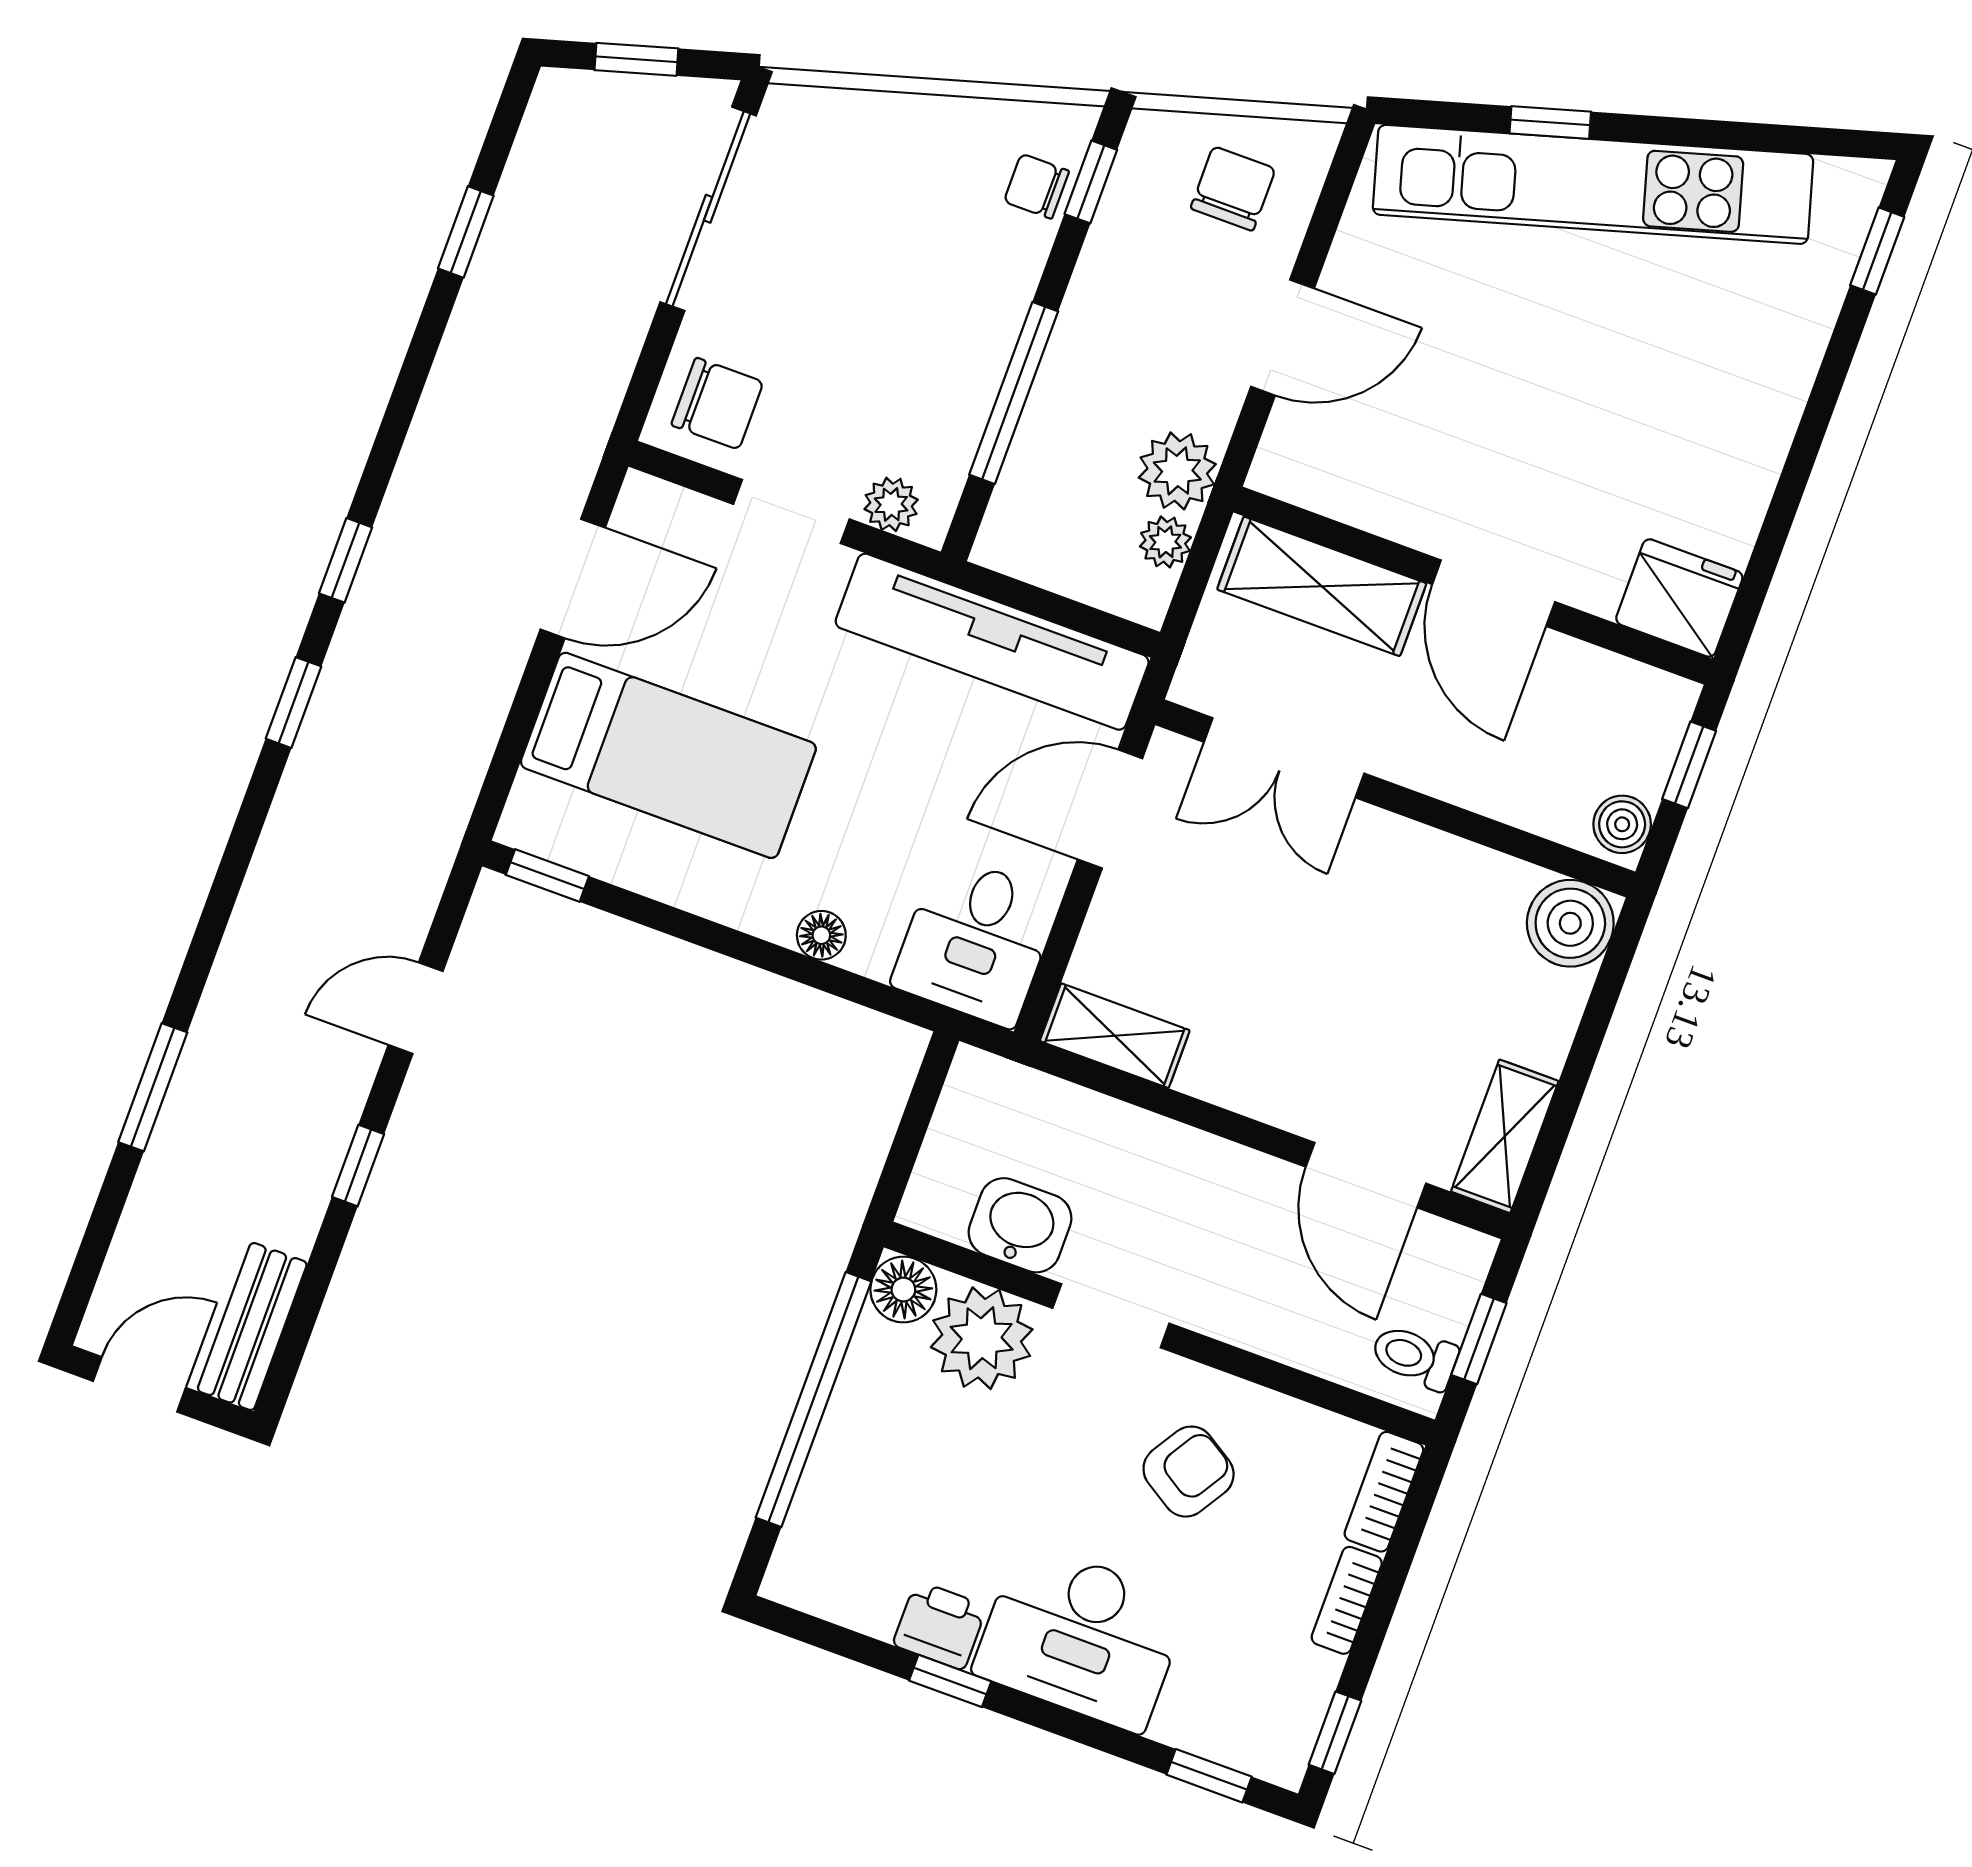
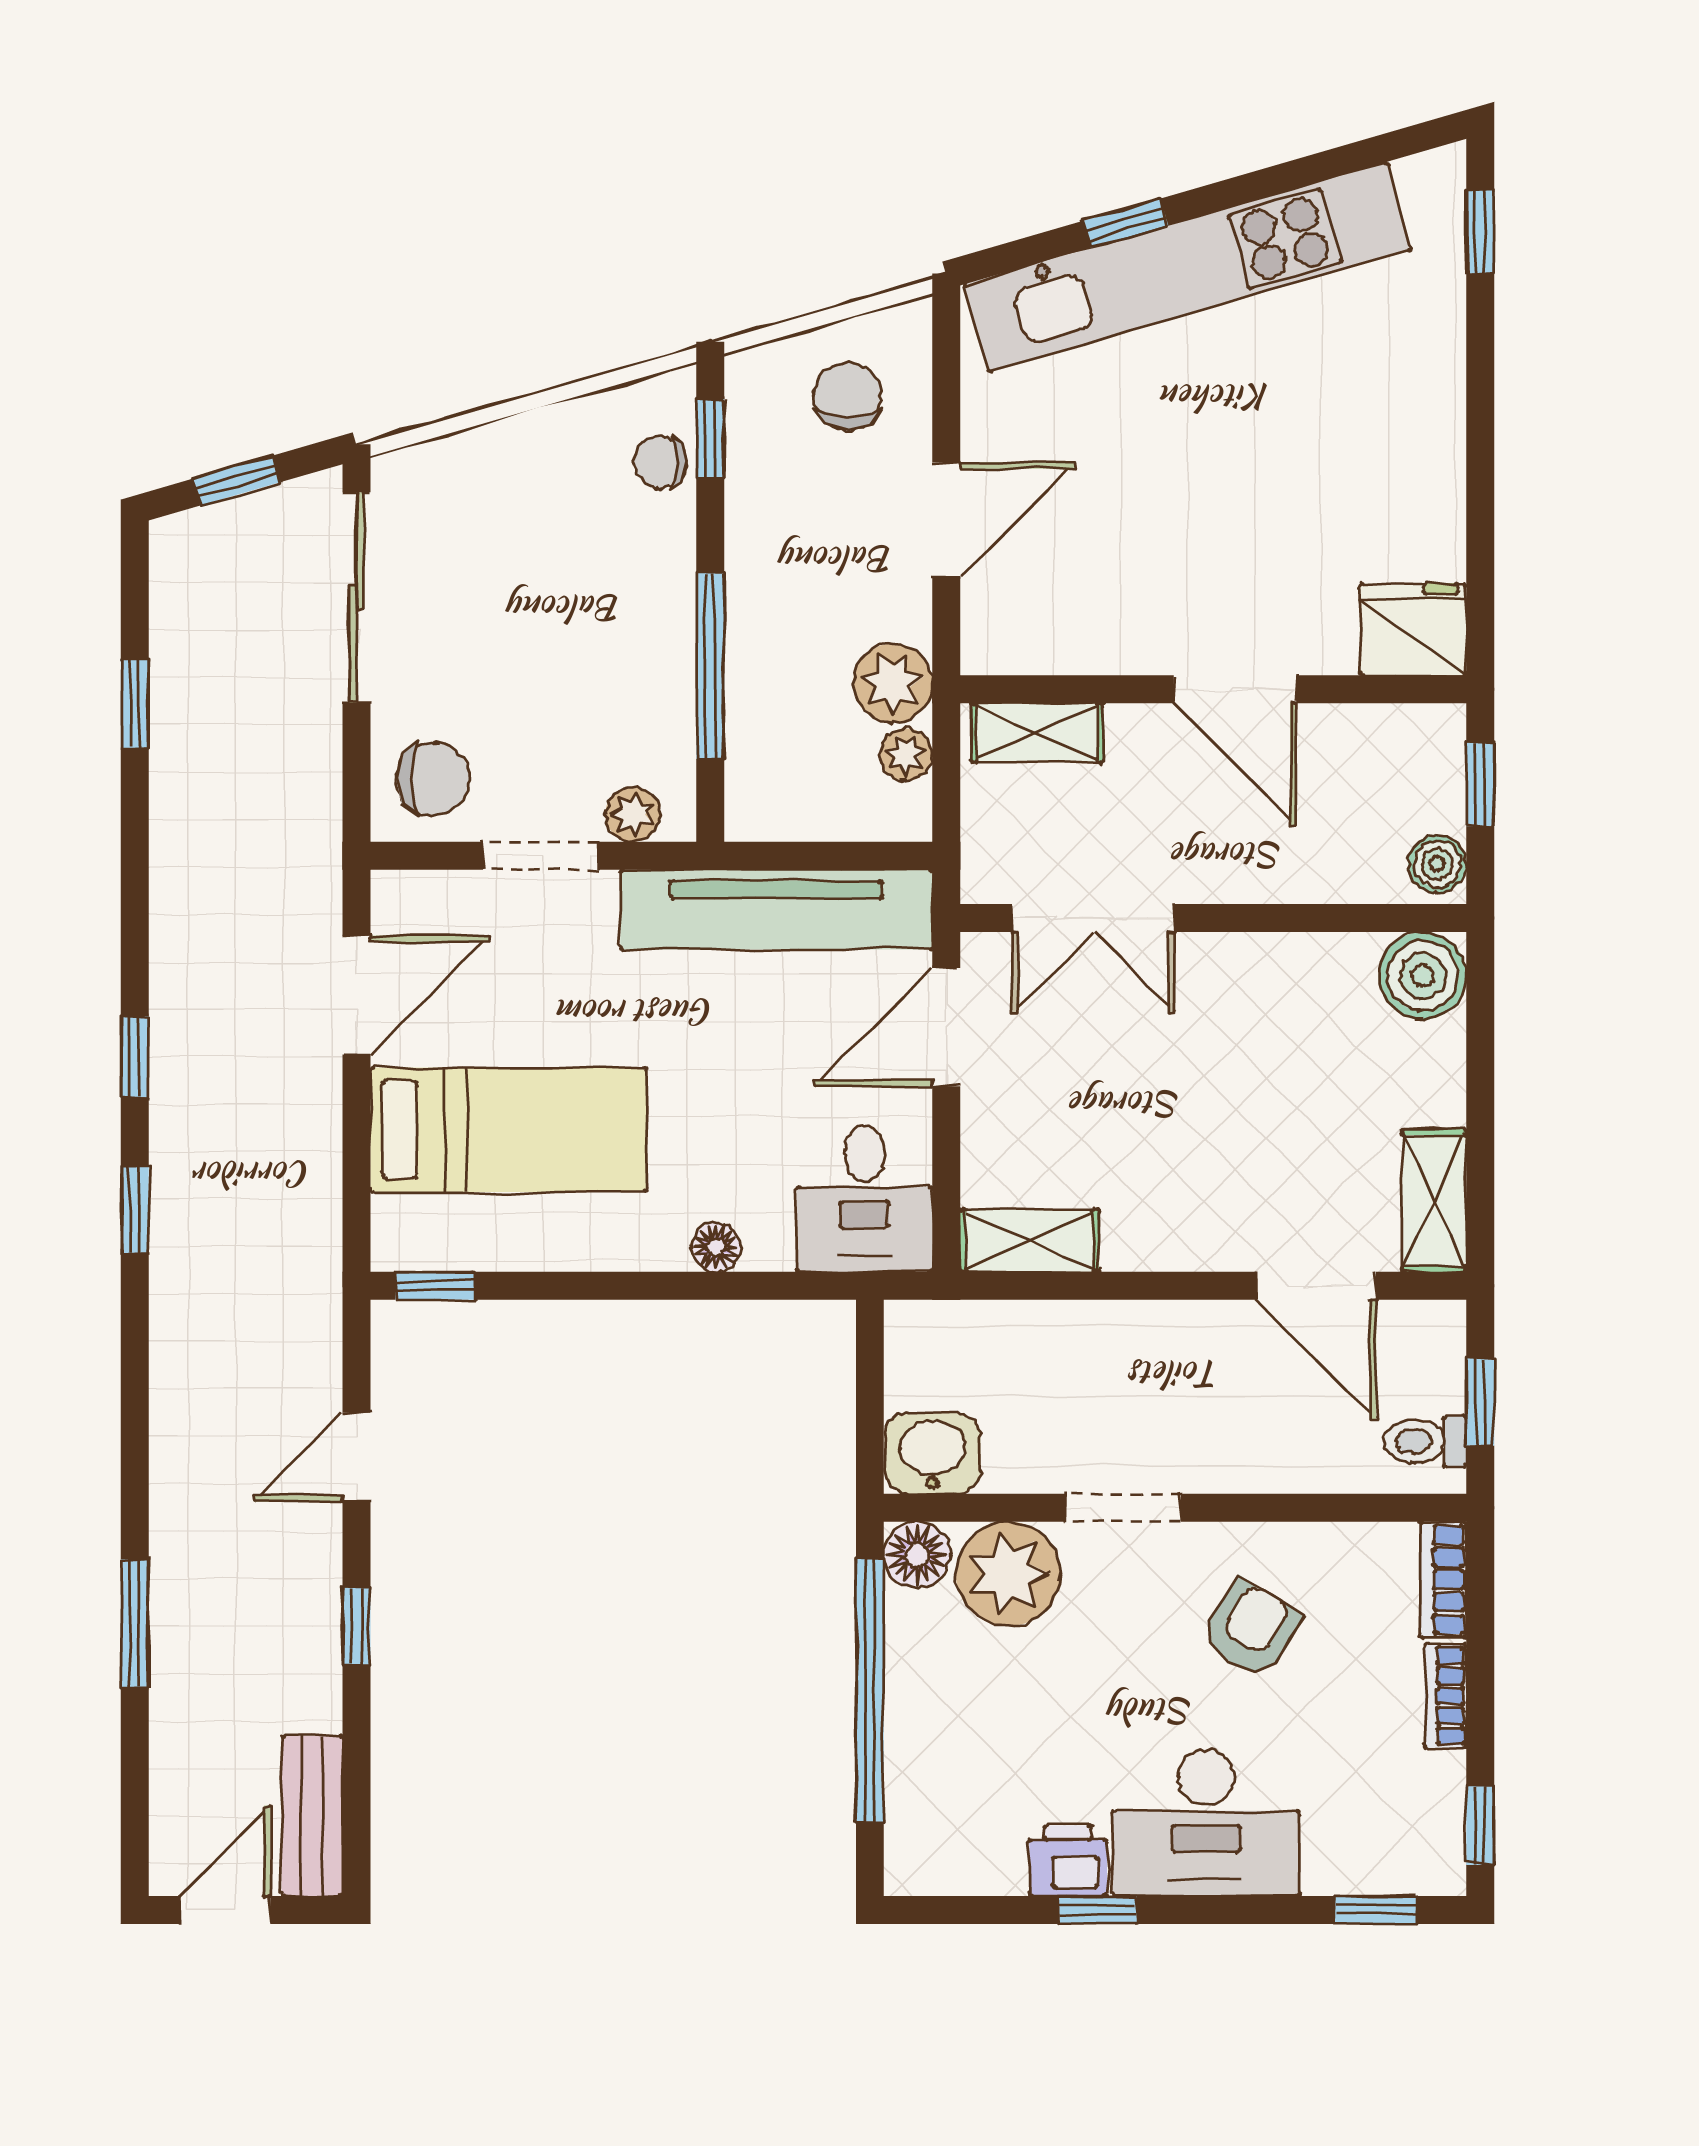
shelving: (1322, 586) -> (1037, 733), width x0.67, depth x0.75
washbasin: (1020, 1225) -> (933, 1453), moved

